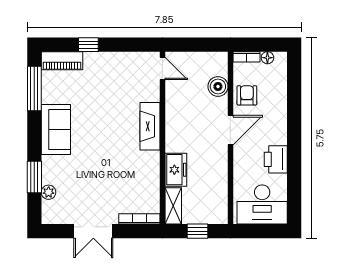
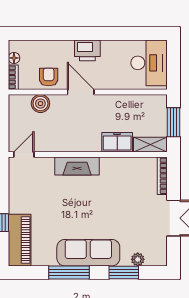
piano: (62, 61) -> (20, 240), width x1.37, depth x1.33
window: (34, 88) -> (69, 272), moved
armchair: (247, 95) -> (49, 77), turned 90
sofa: (56, 129) -> (88, 253), width x1.36
printer: (276, 159) -> (87, 50), moved
window: (198, 231) -> (174, 122), width x1.50

